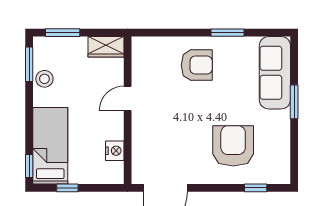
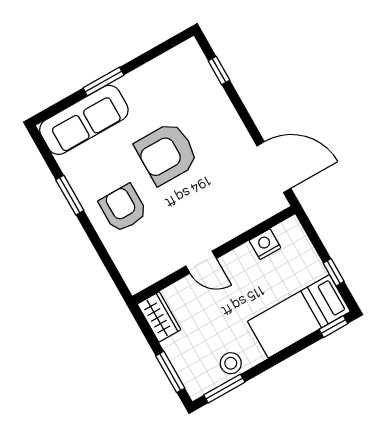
armchair: (233, 146) -> (167, 153), moved

